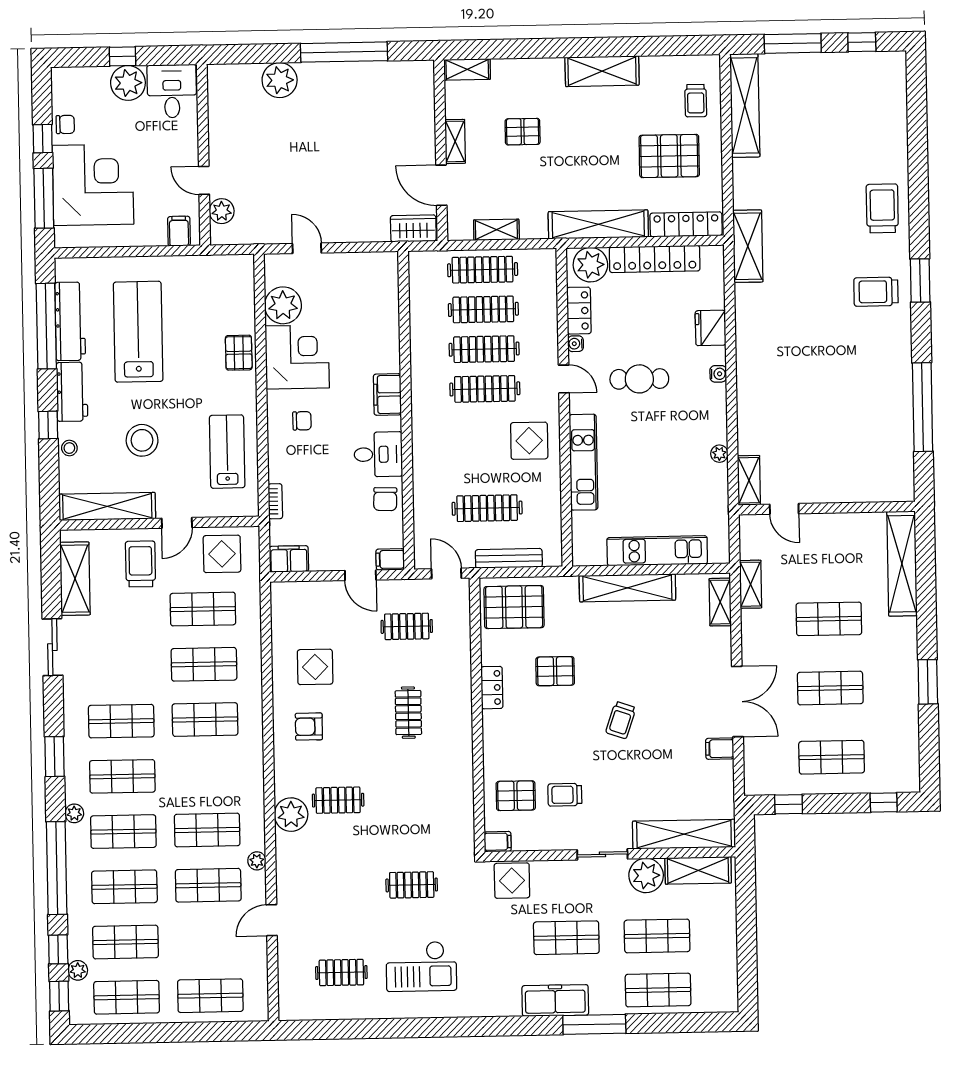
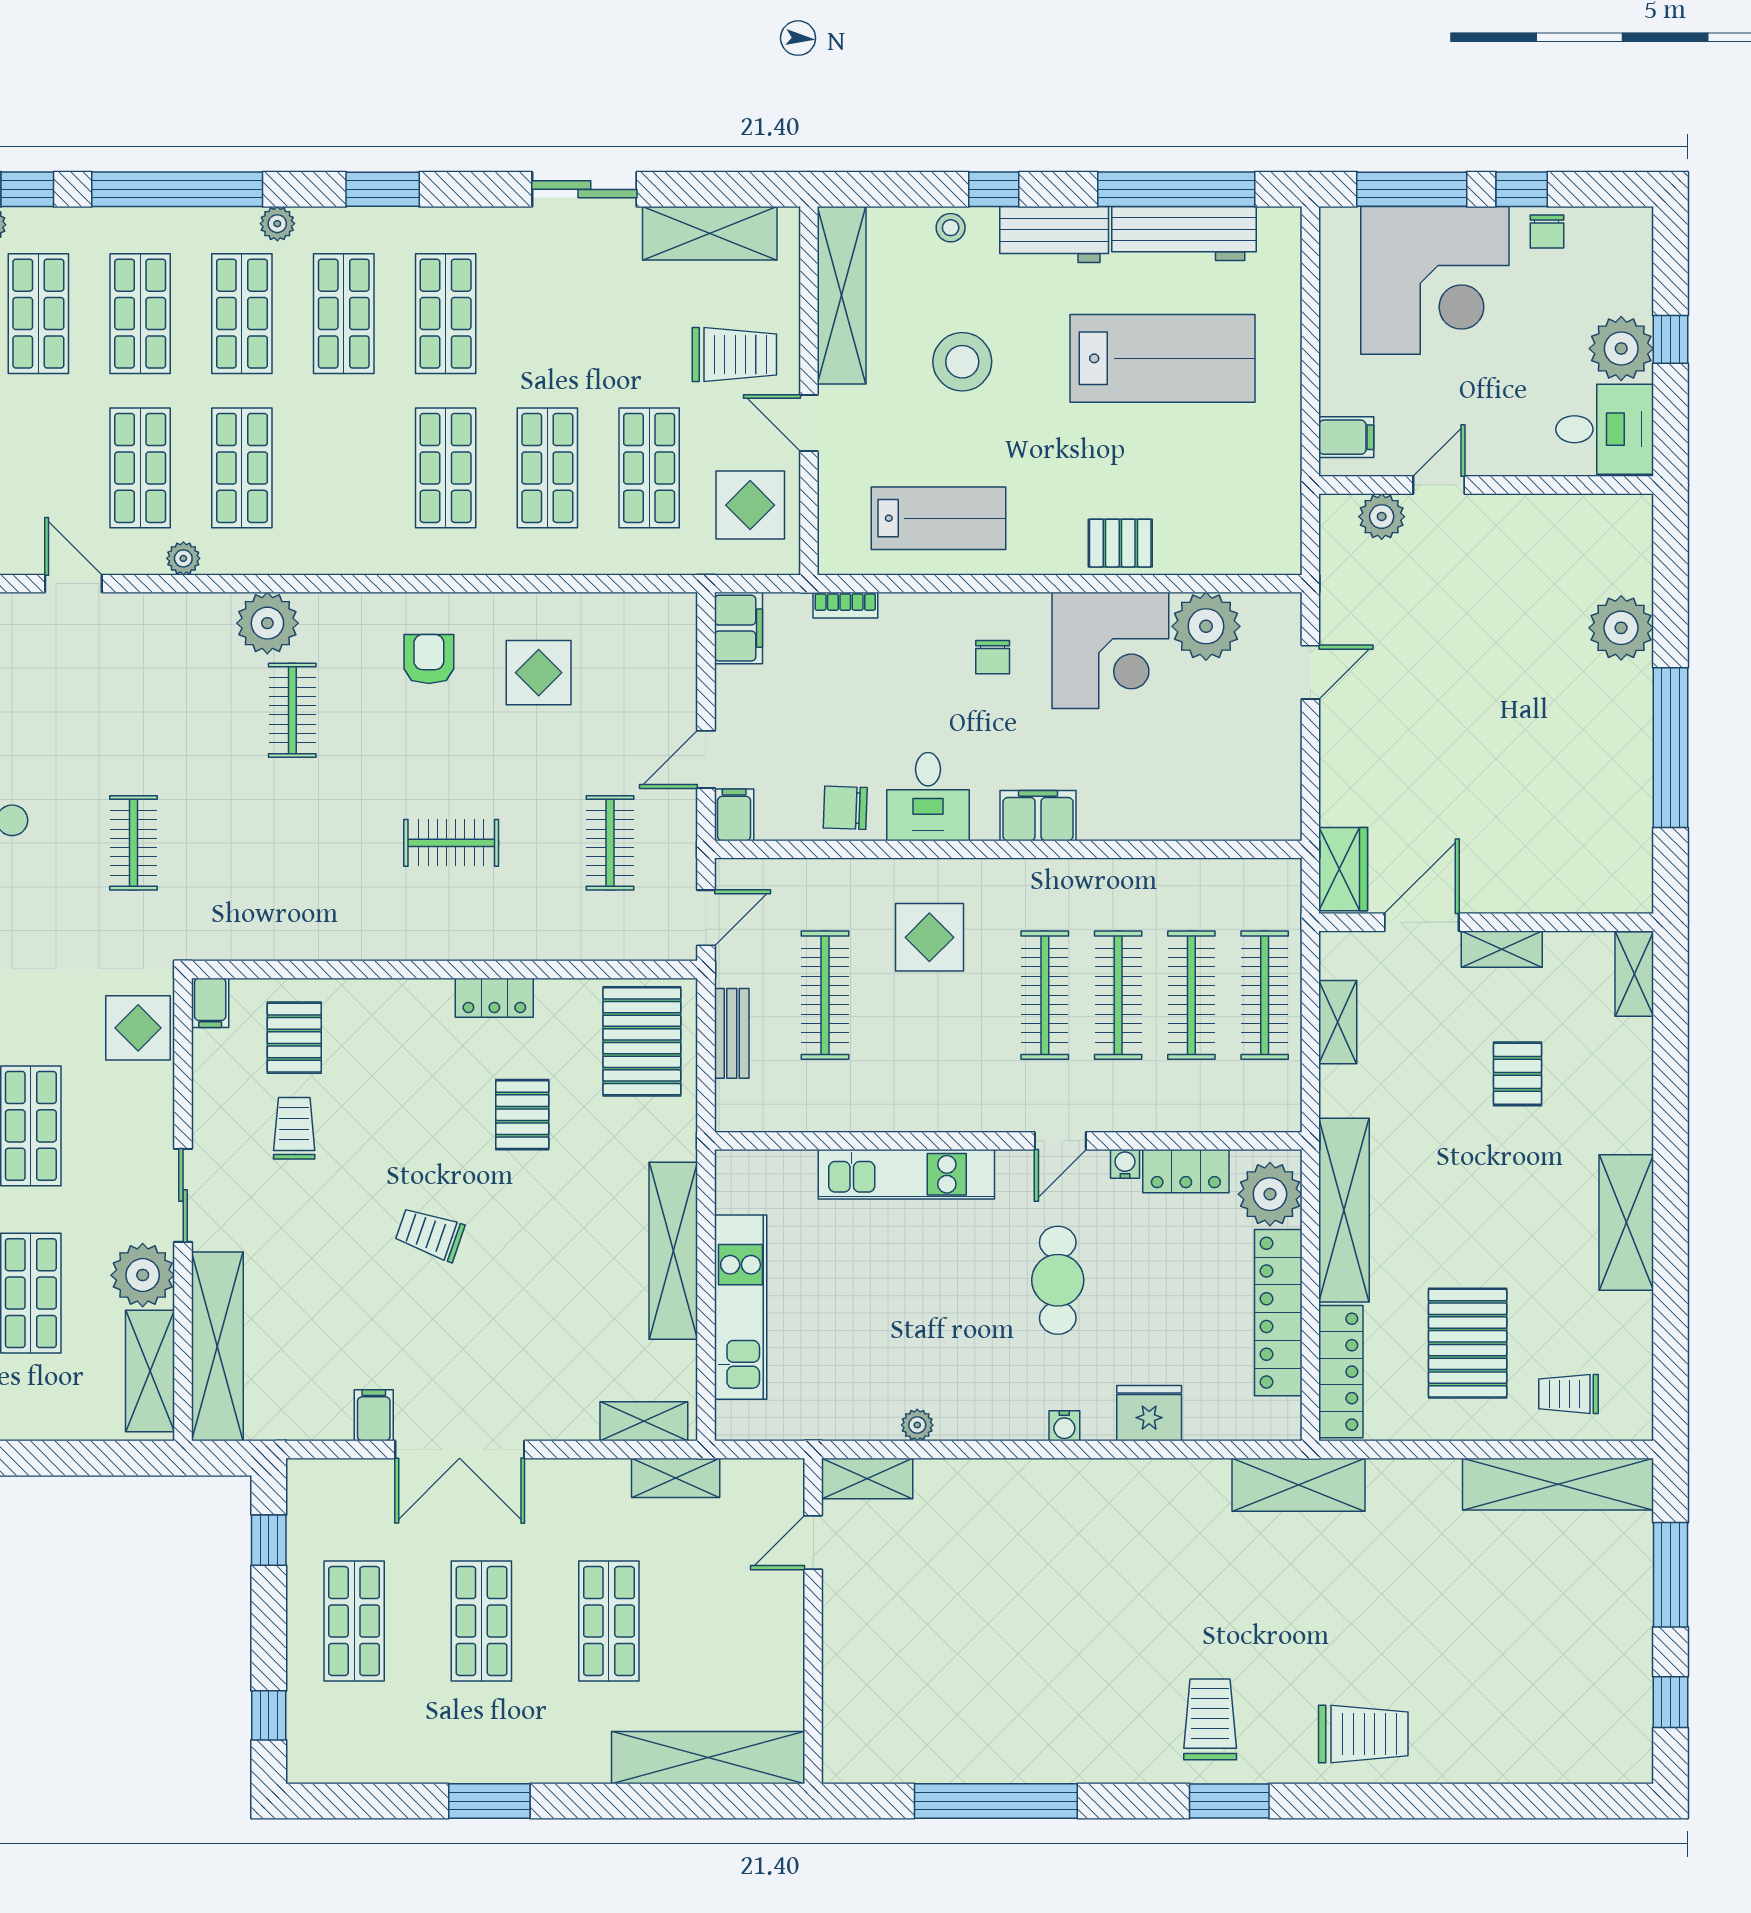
display table: (529, 441) -> (929, 937), moved
bench: (509, 558) -> (732, 1033), width x0.73

